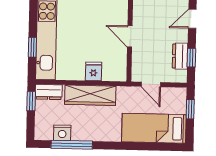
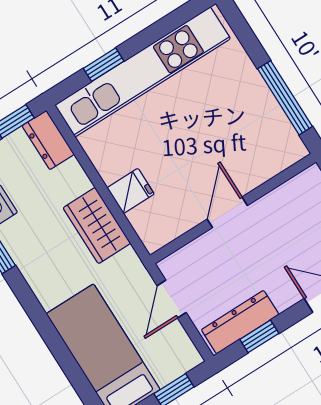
dresser: (180, 56) -> (240, 322), width x1.44
wardrobe: (90, 95) -> (97, 225), width x0.67

